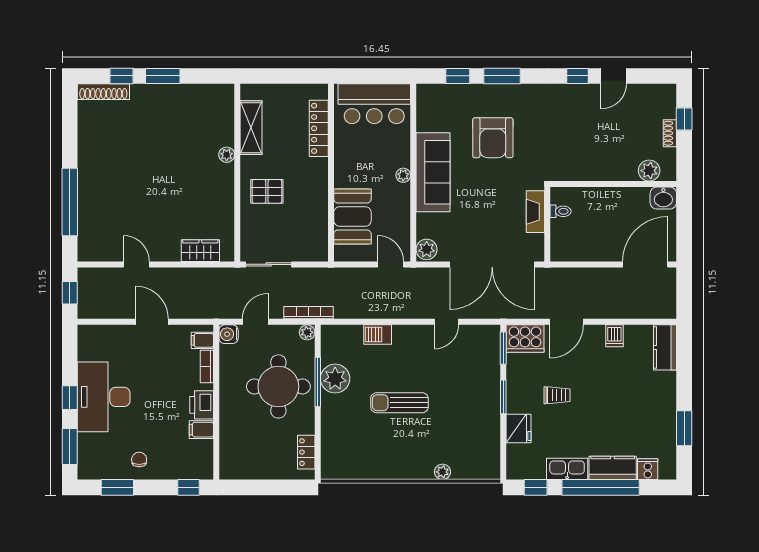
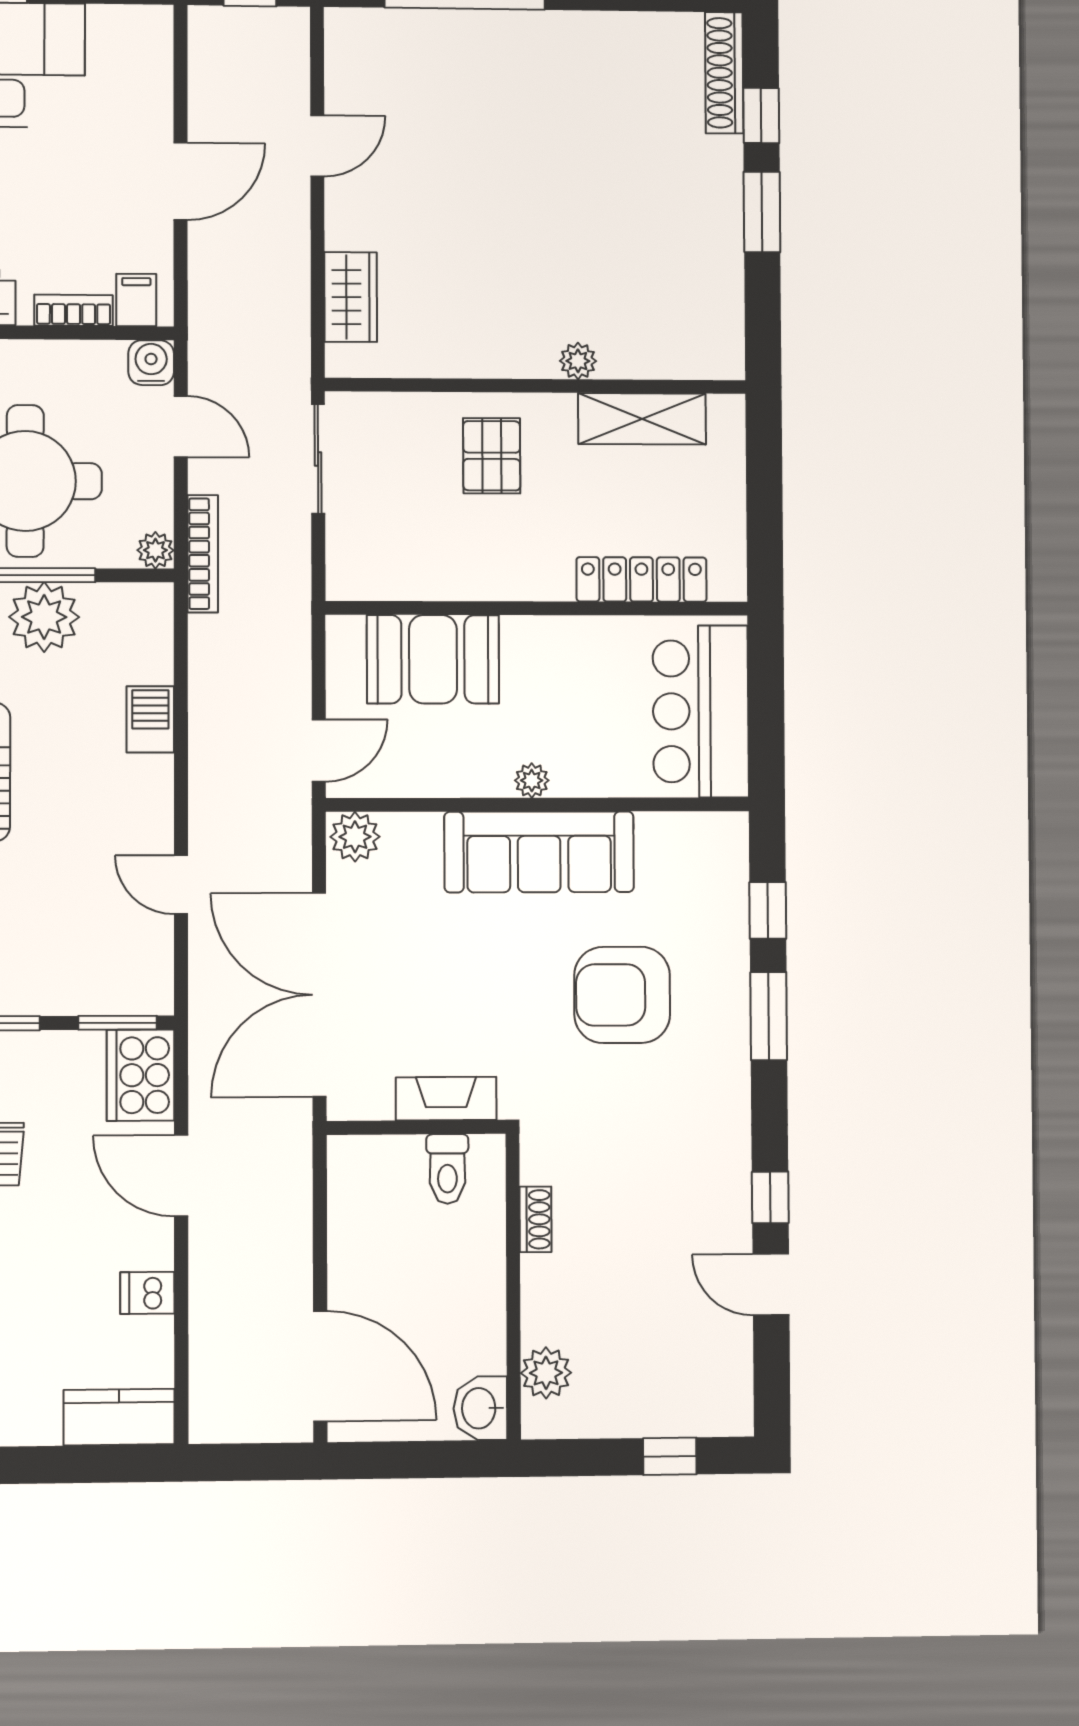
shoe rack: (670, 133) -> (536, 1219), moved, turned 90
toilet: (561, 211) -> (447, 1169), width x1.37, depth x1.39

